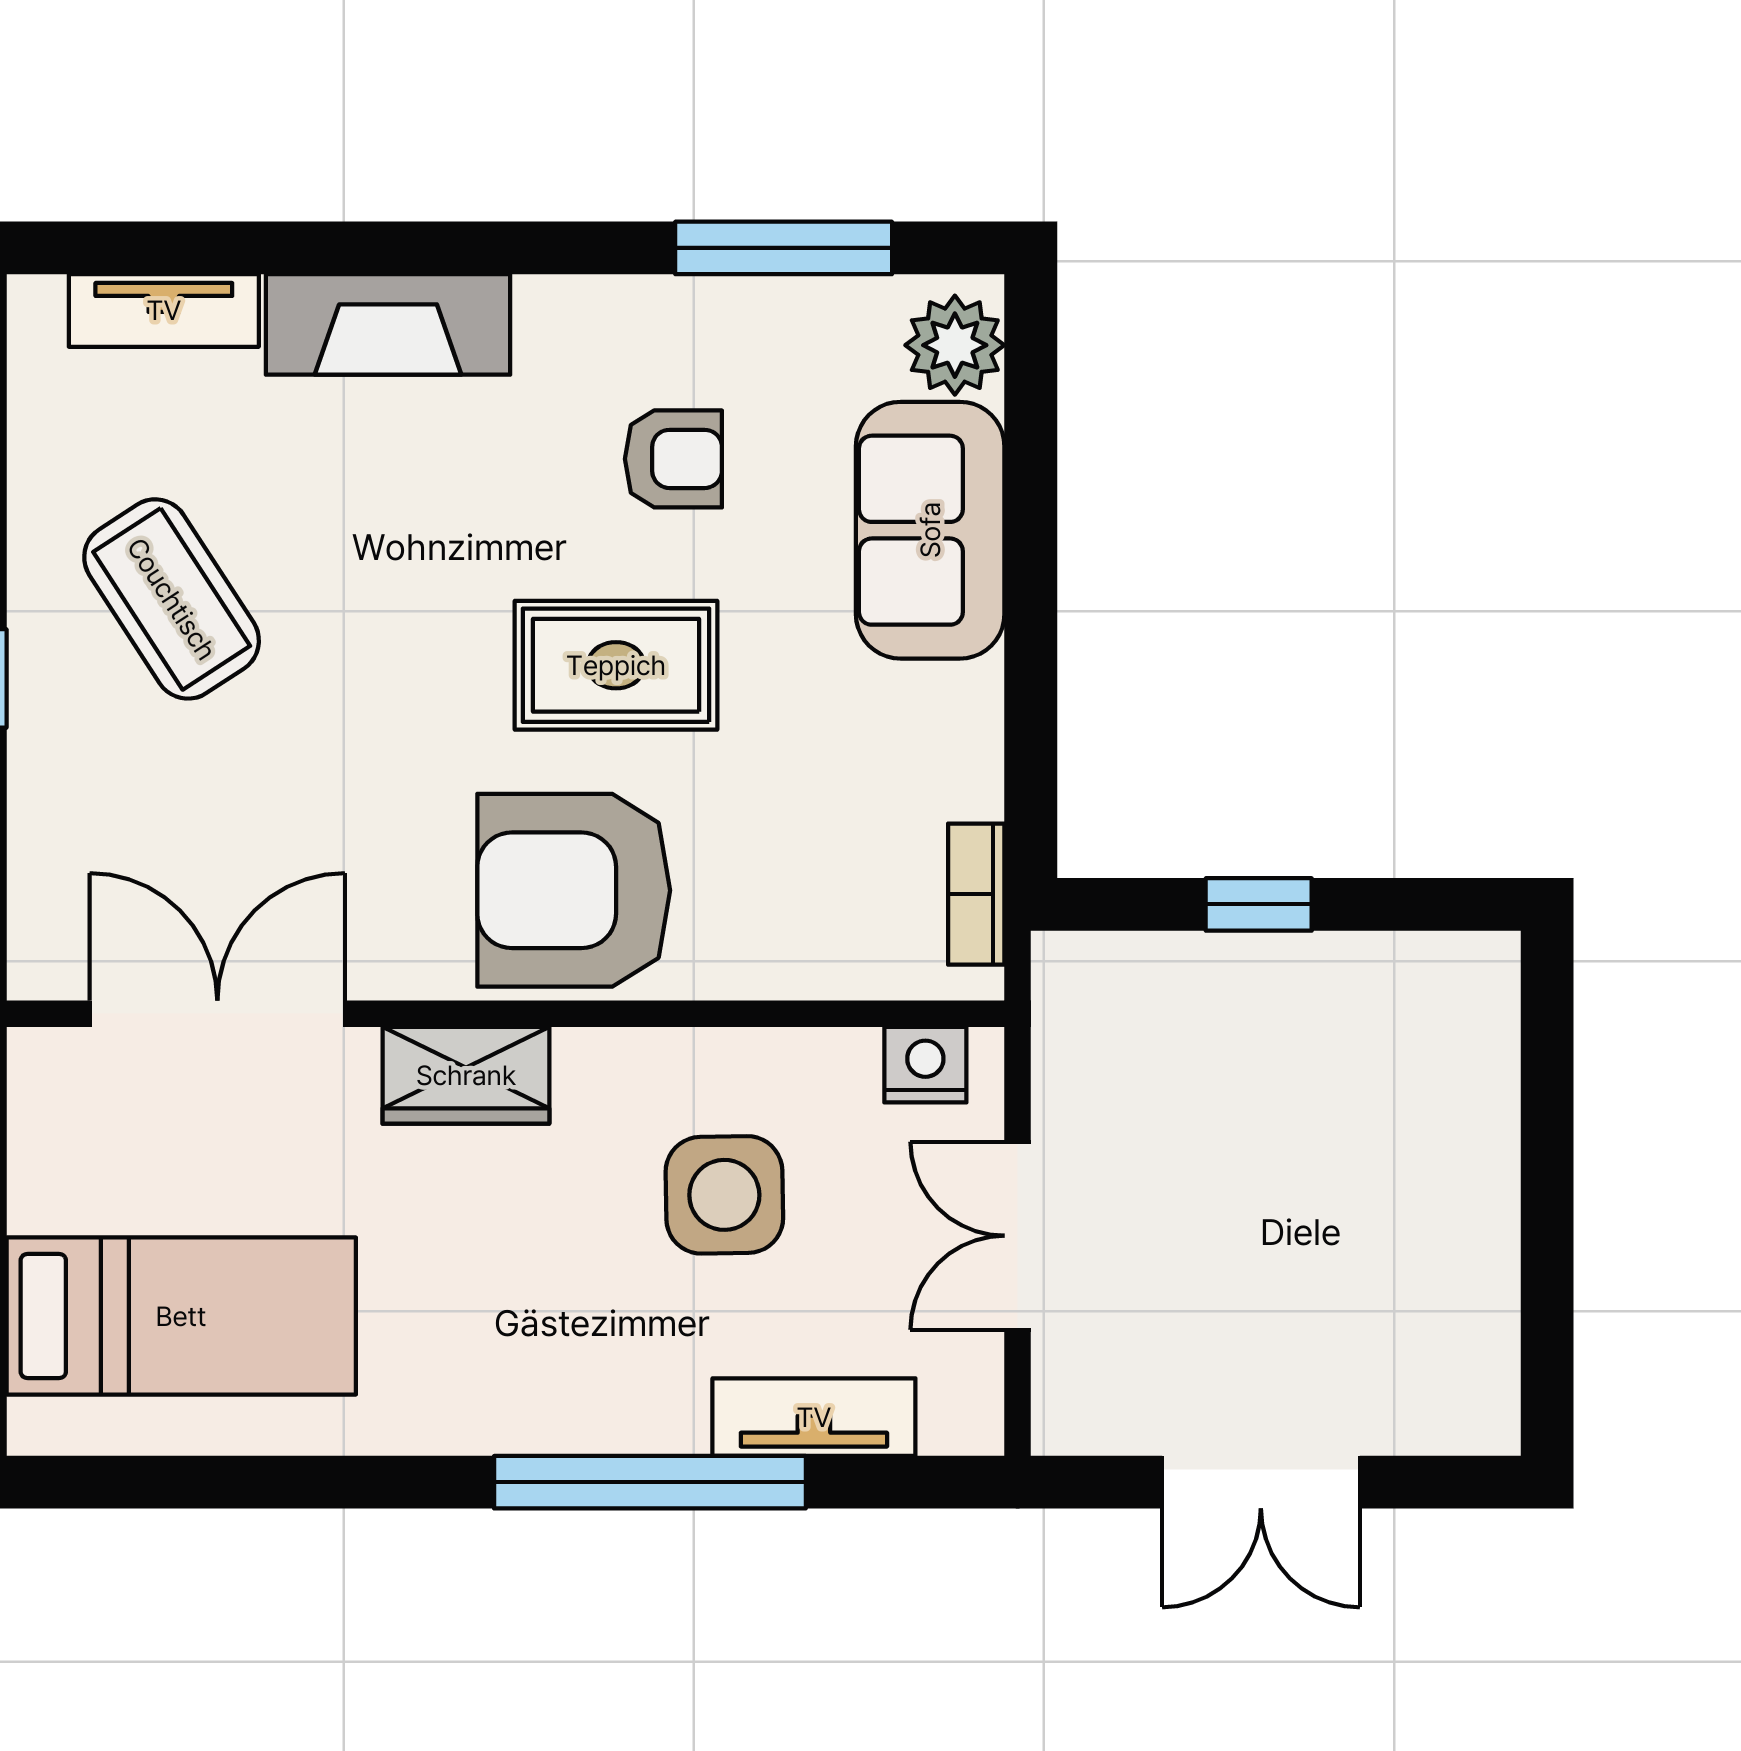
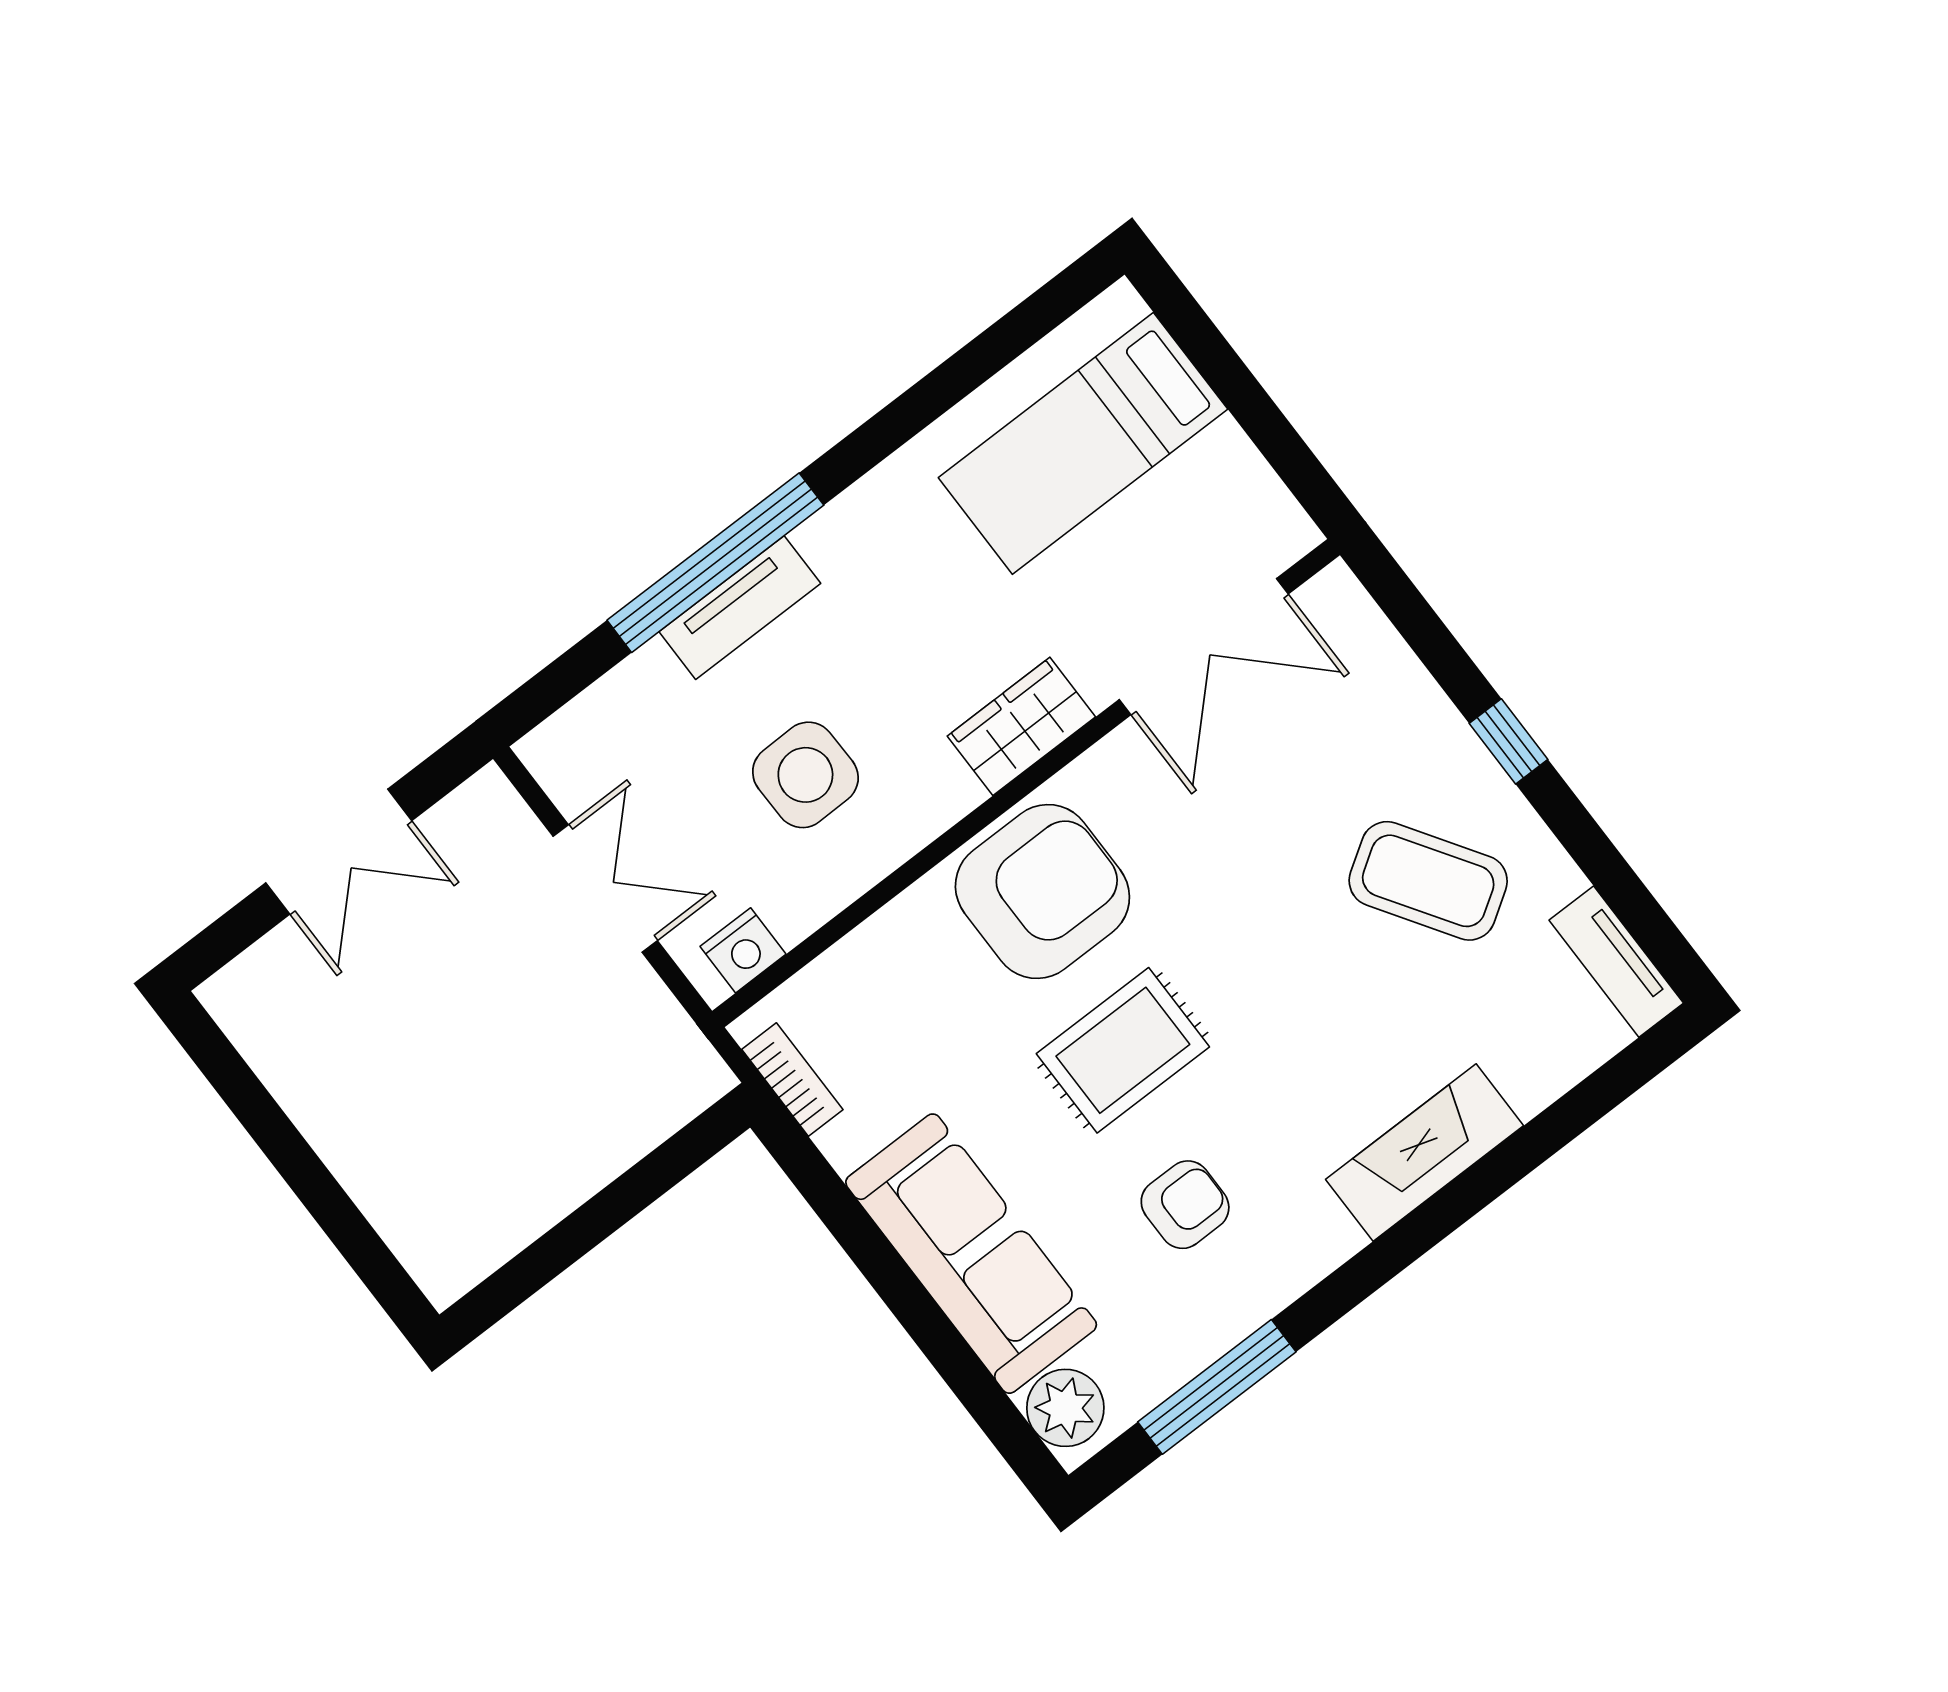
tv unit: (164, 310) -> (1616, 962), moved, turned -90
armchair: (673, 459) -> (1185, 1205), turned 180
sofa: (930, 530) -> (971, 1254), width x1.36
window: (1259, 904) -> (613, 1207), removed
tv unit: (814, 1417) -> (740, 608), moved
double door: (1261, 1482) -> (339, 852), swing flipped

